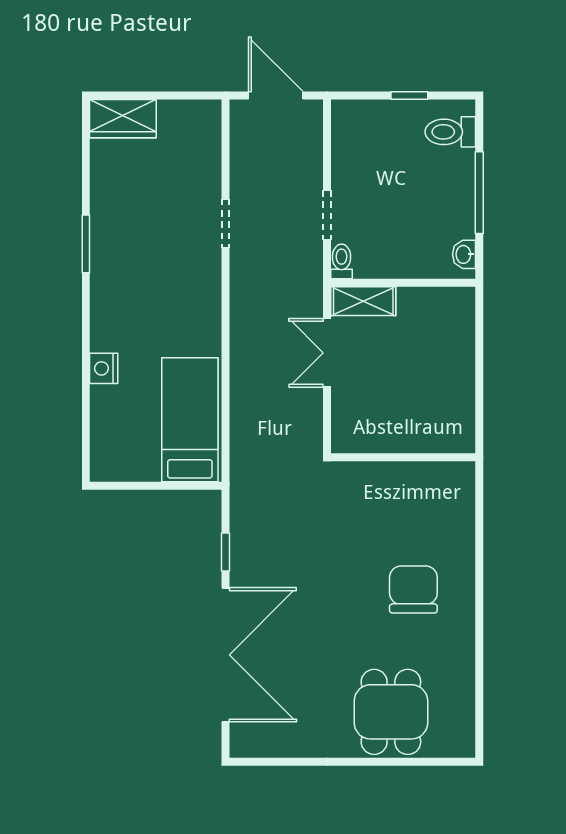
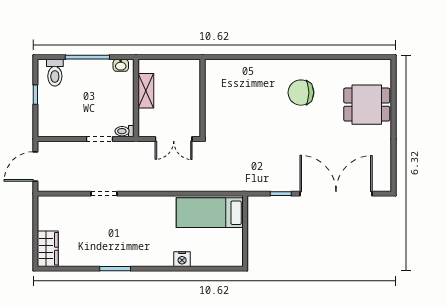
shelving: (363, 301) -> (146, 91), moved
wall: (403, 457) -> (202, 98), moved

